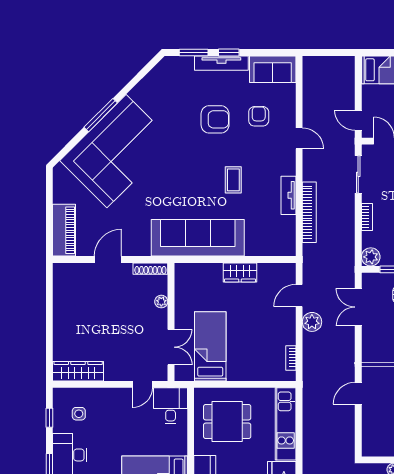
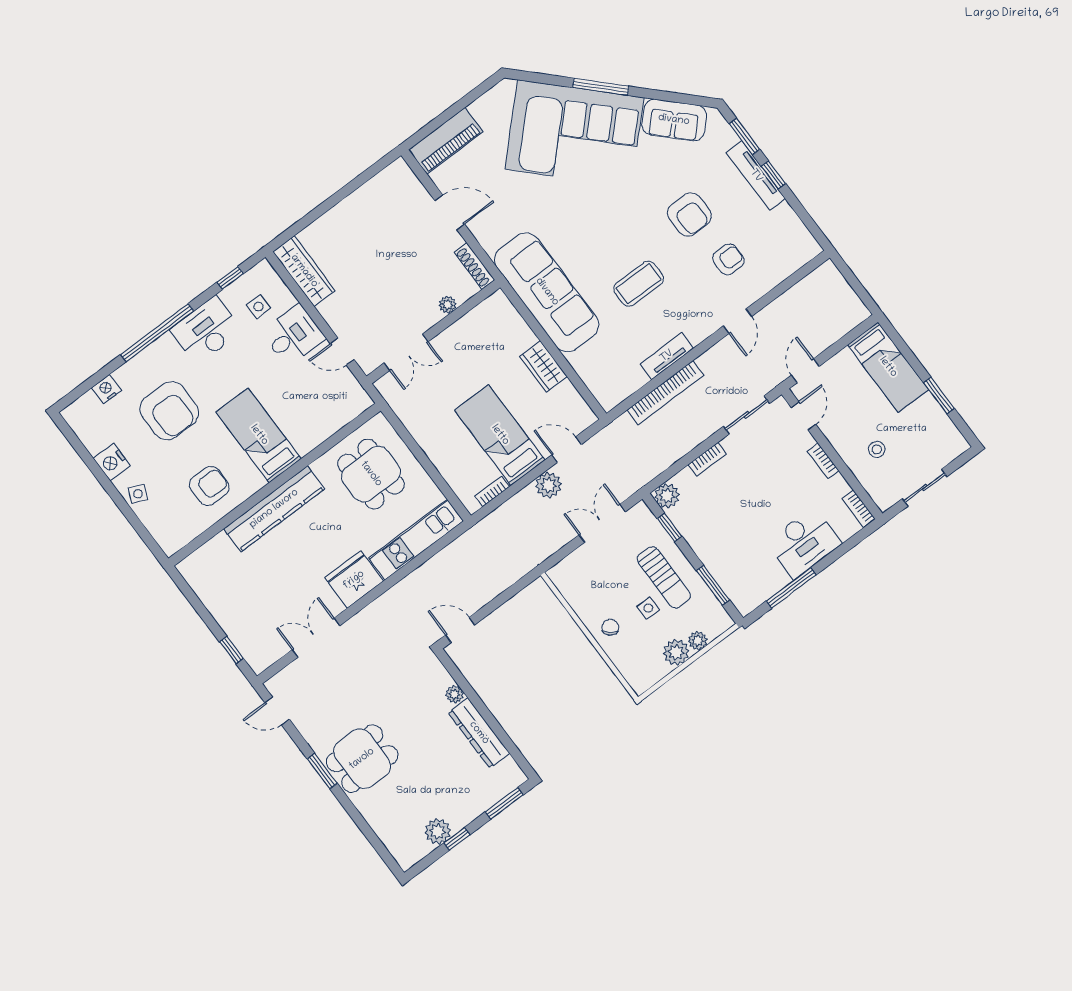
sofa: (273, 69) -> (674, 120), moved, turned -45
coffee table: (233, 180) -> (639, 284), width x1.36, depth x1.30
bed: (210, 346) -> (500, 435), moved, turned -90
door: (358, 393) -> (460, 630), moved
desk: (171, 406) -> (293, 335), moved

